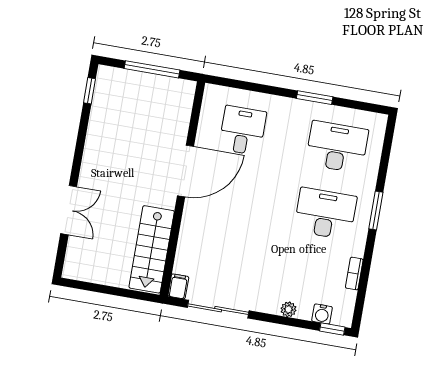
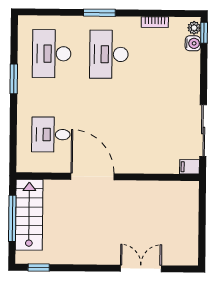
stairs: (152, 249) -> (29, 215), moved, turned -90
plant: (288, 309) -> (194, 28), moved

